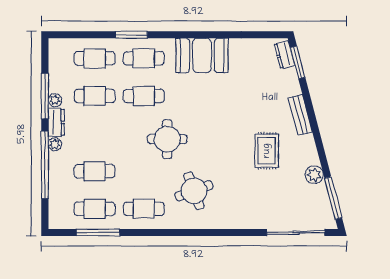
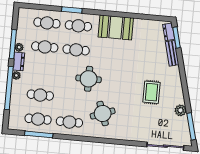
bench: (300, 115) -> (172, 53), moved

